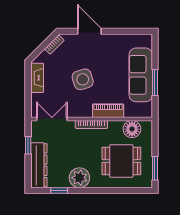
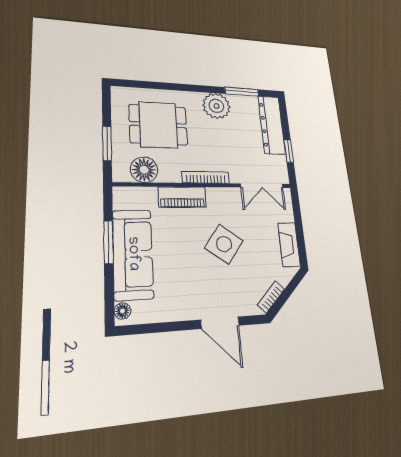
floor lamp: (148, 42) -> (122, 311), added
side table: (83, 79) -> (224, 244), turned -37
window: (155, 168) -> (107, 143), moved
window: (59, 190) -> (242, 92), width x1.50

